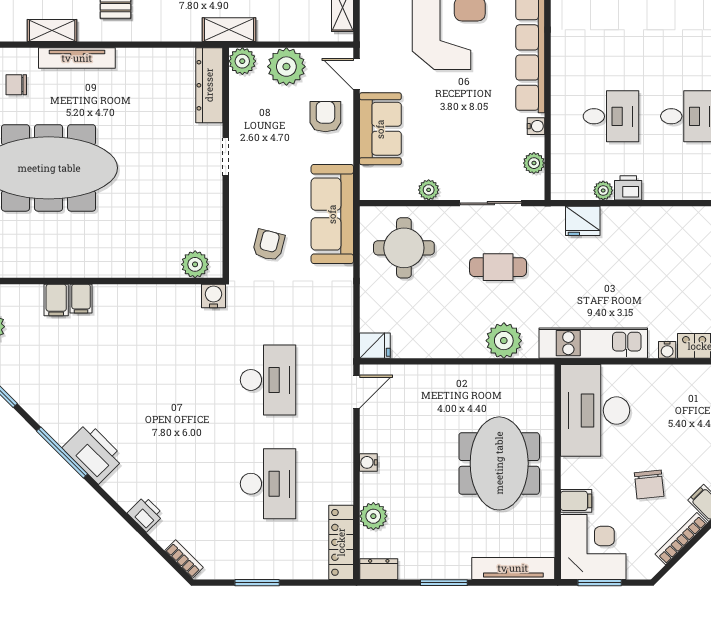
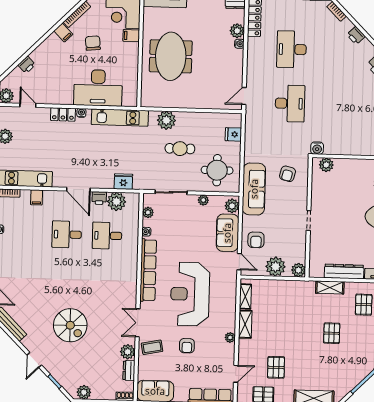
shelving: (229, 30) -> (330, 287), moved
dresser: (209, 85) -> (344, 271), moved, turned -90
plant: (373, 180) -> (232, 206), added
plant: (603, 190) -> (116, 202), width x1.87, depth x1.87
door: (669, 203) -> (78, 189), added
cafe table: (498, 267) -> (180, 149), moved
fridge: (375, 346) -> (233, 134), moved
desk: (268, 380) -> (290, 103), turned 180
desk: (595, 410) -> (98, 88), moved, turned 90
water cooler: (368, 462) -> (239, 44), moved

